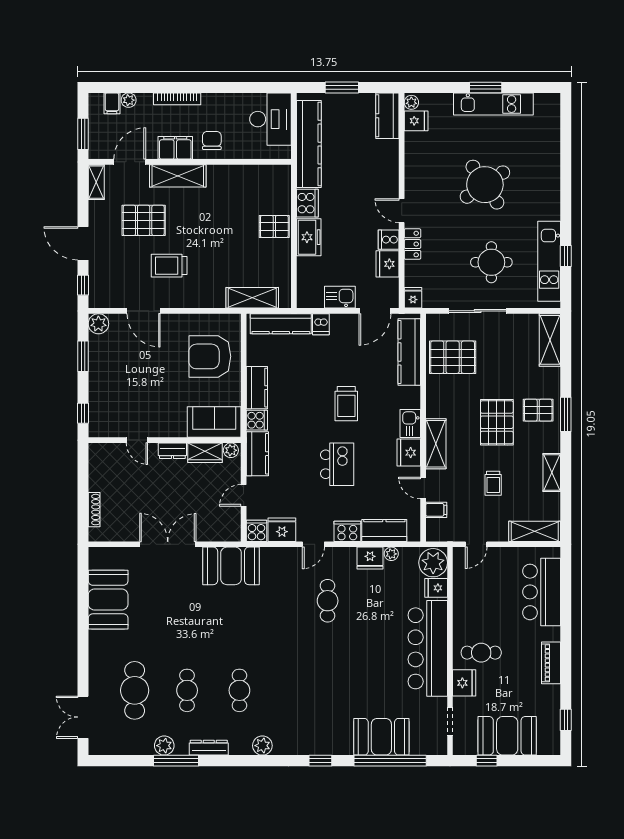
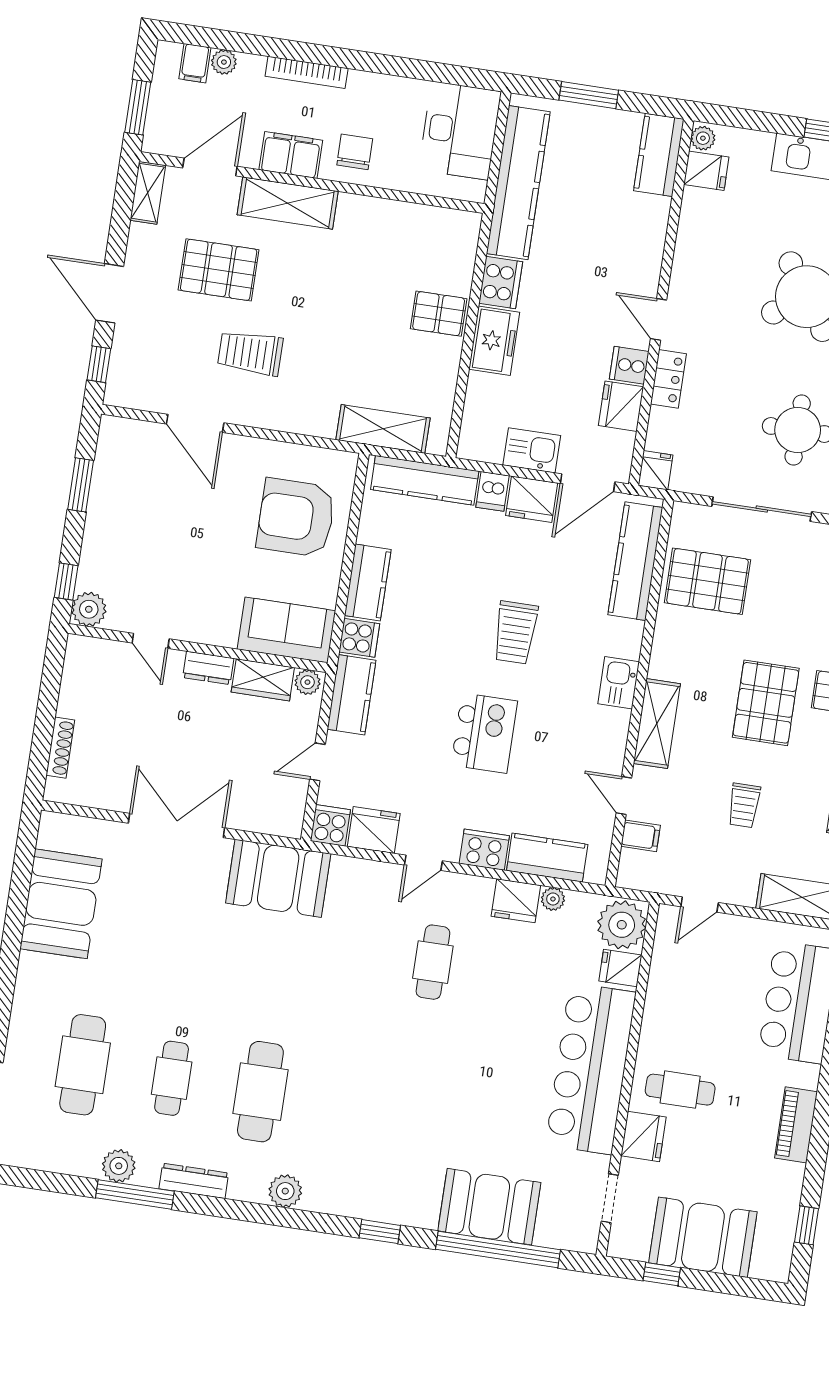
plant: (98, 324) -> (89, 609), moved
fridge: (409, 453) -> (532, 499), moved, turned -90
cafe table: (239, 690) -> (260, 1092), width x1.37, depth x1.35

